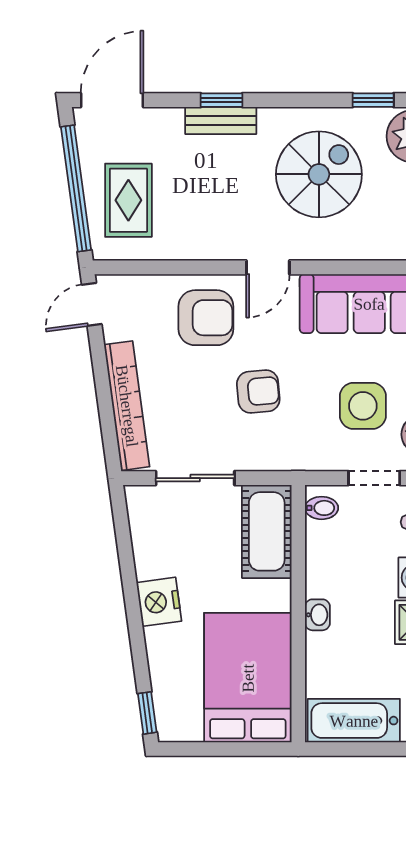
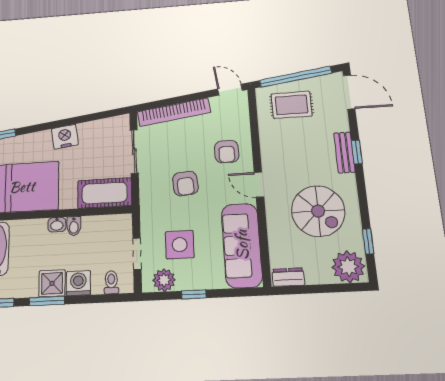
armchair: (206, 318) -> (227, 152), width x0.72, depth x0.72
bidet: (322, 508) -> (74, 226), moved

